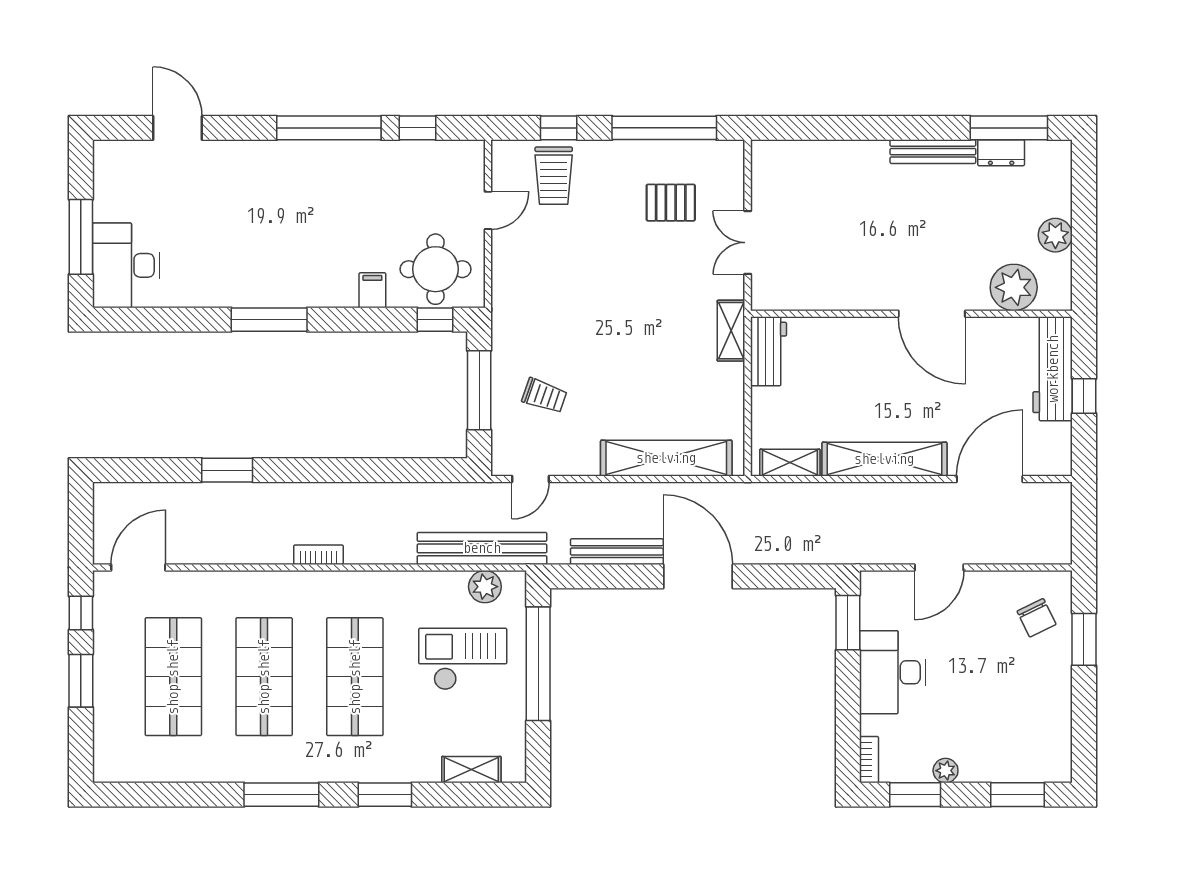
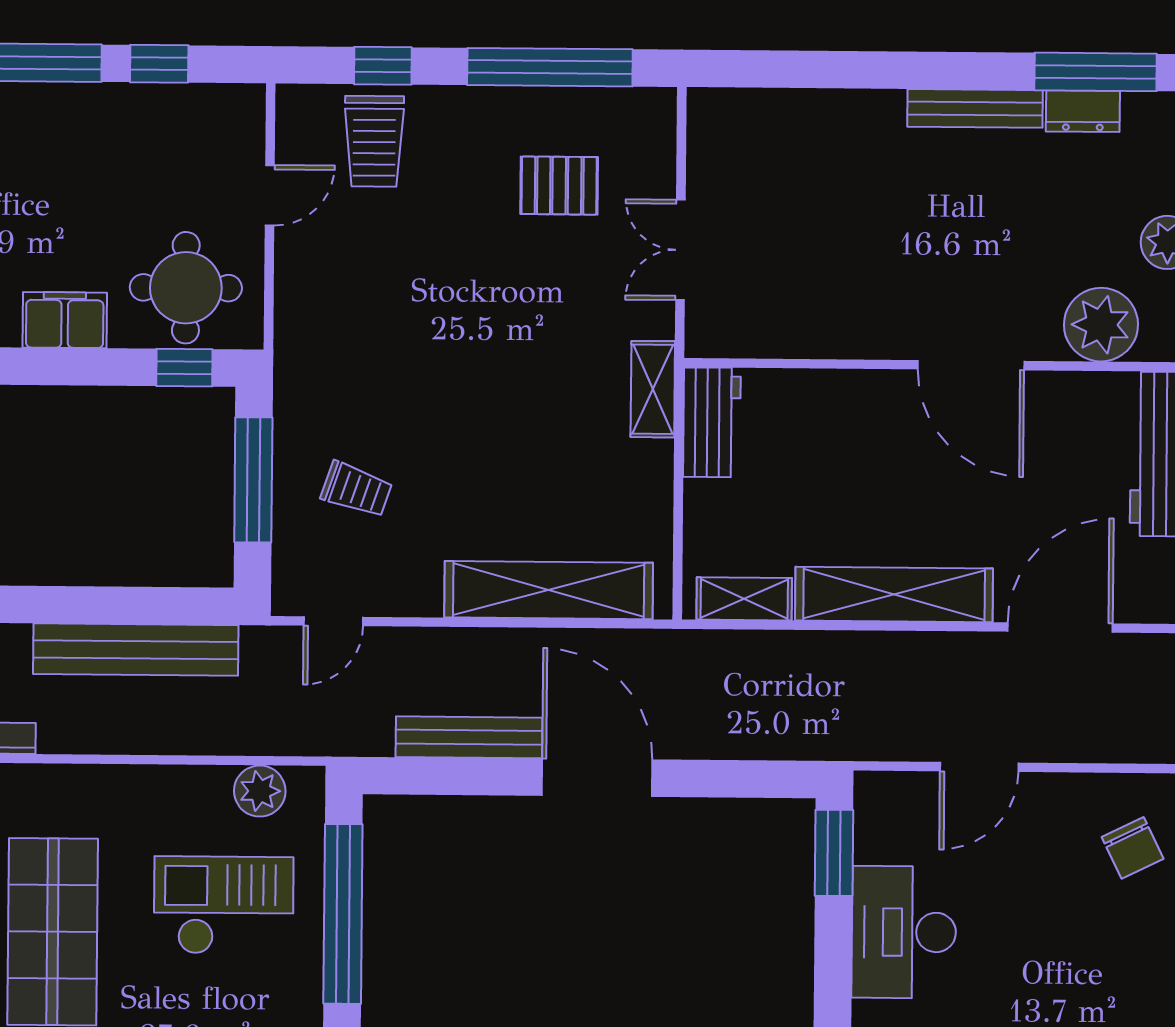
filing cabinet: (372, 290) -> (65, 320), width x2.00
bench: (482, 548) -> (136, 650), moved

